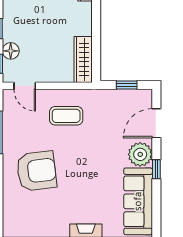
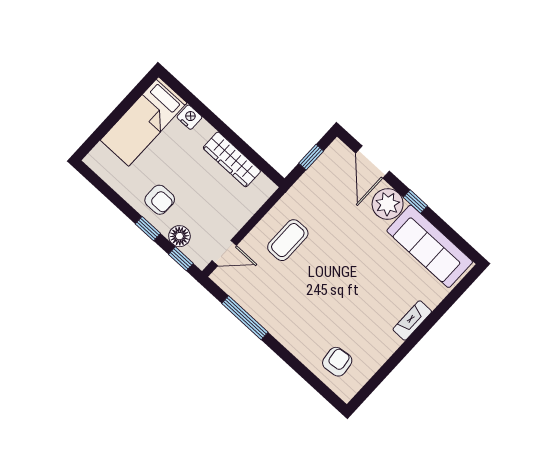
armchair: (21, 20) -> (160, 200), added
wardrobe: (83, 59) -> (232, 159), moved
armchair: (37, 171) -> (337, 362), moved, width x0.53, depth x0.53

